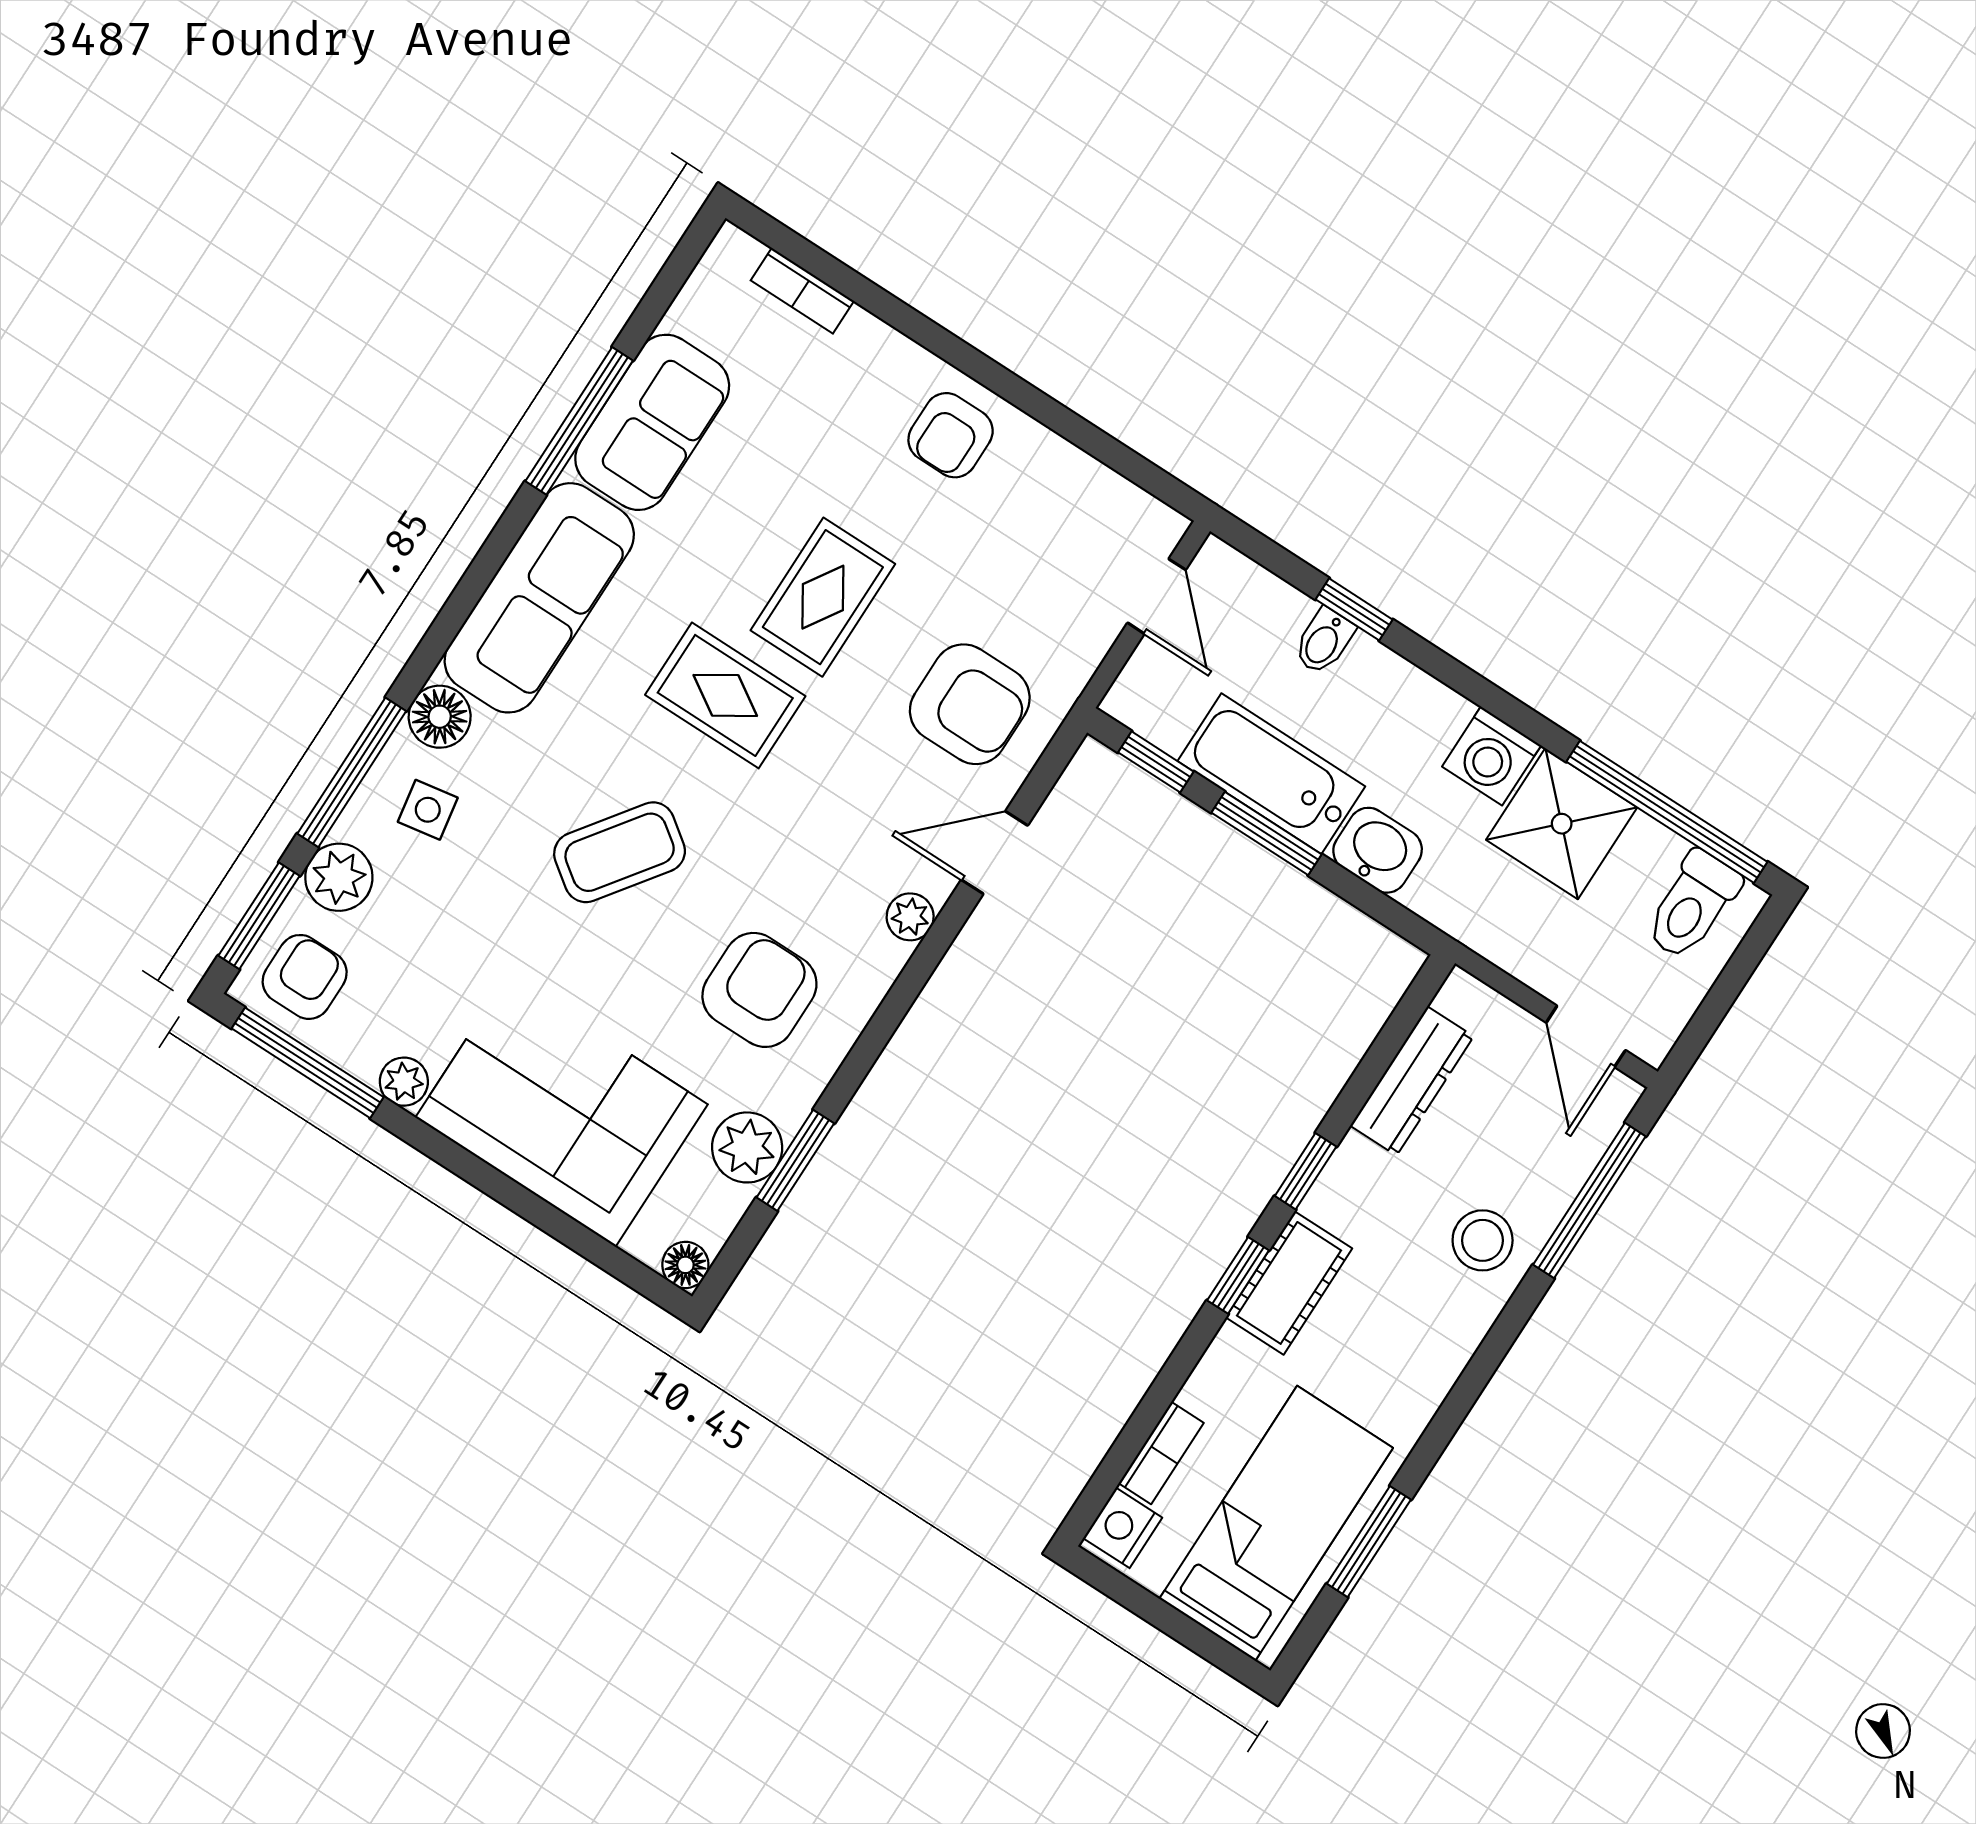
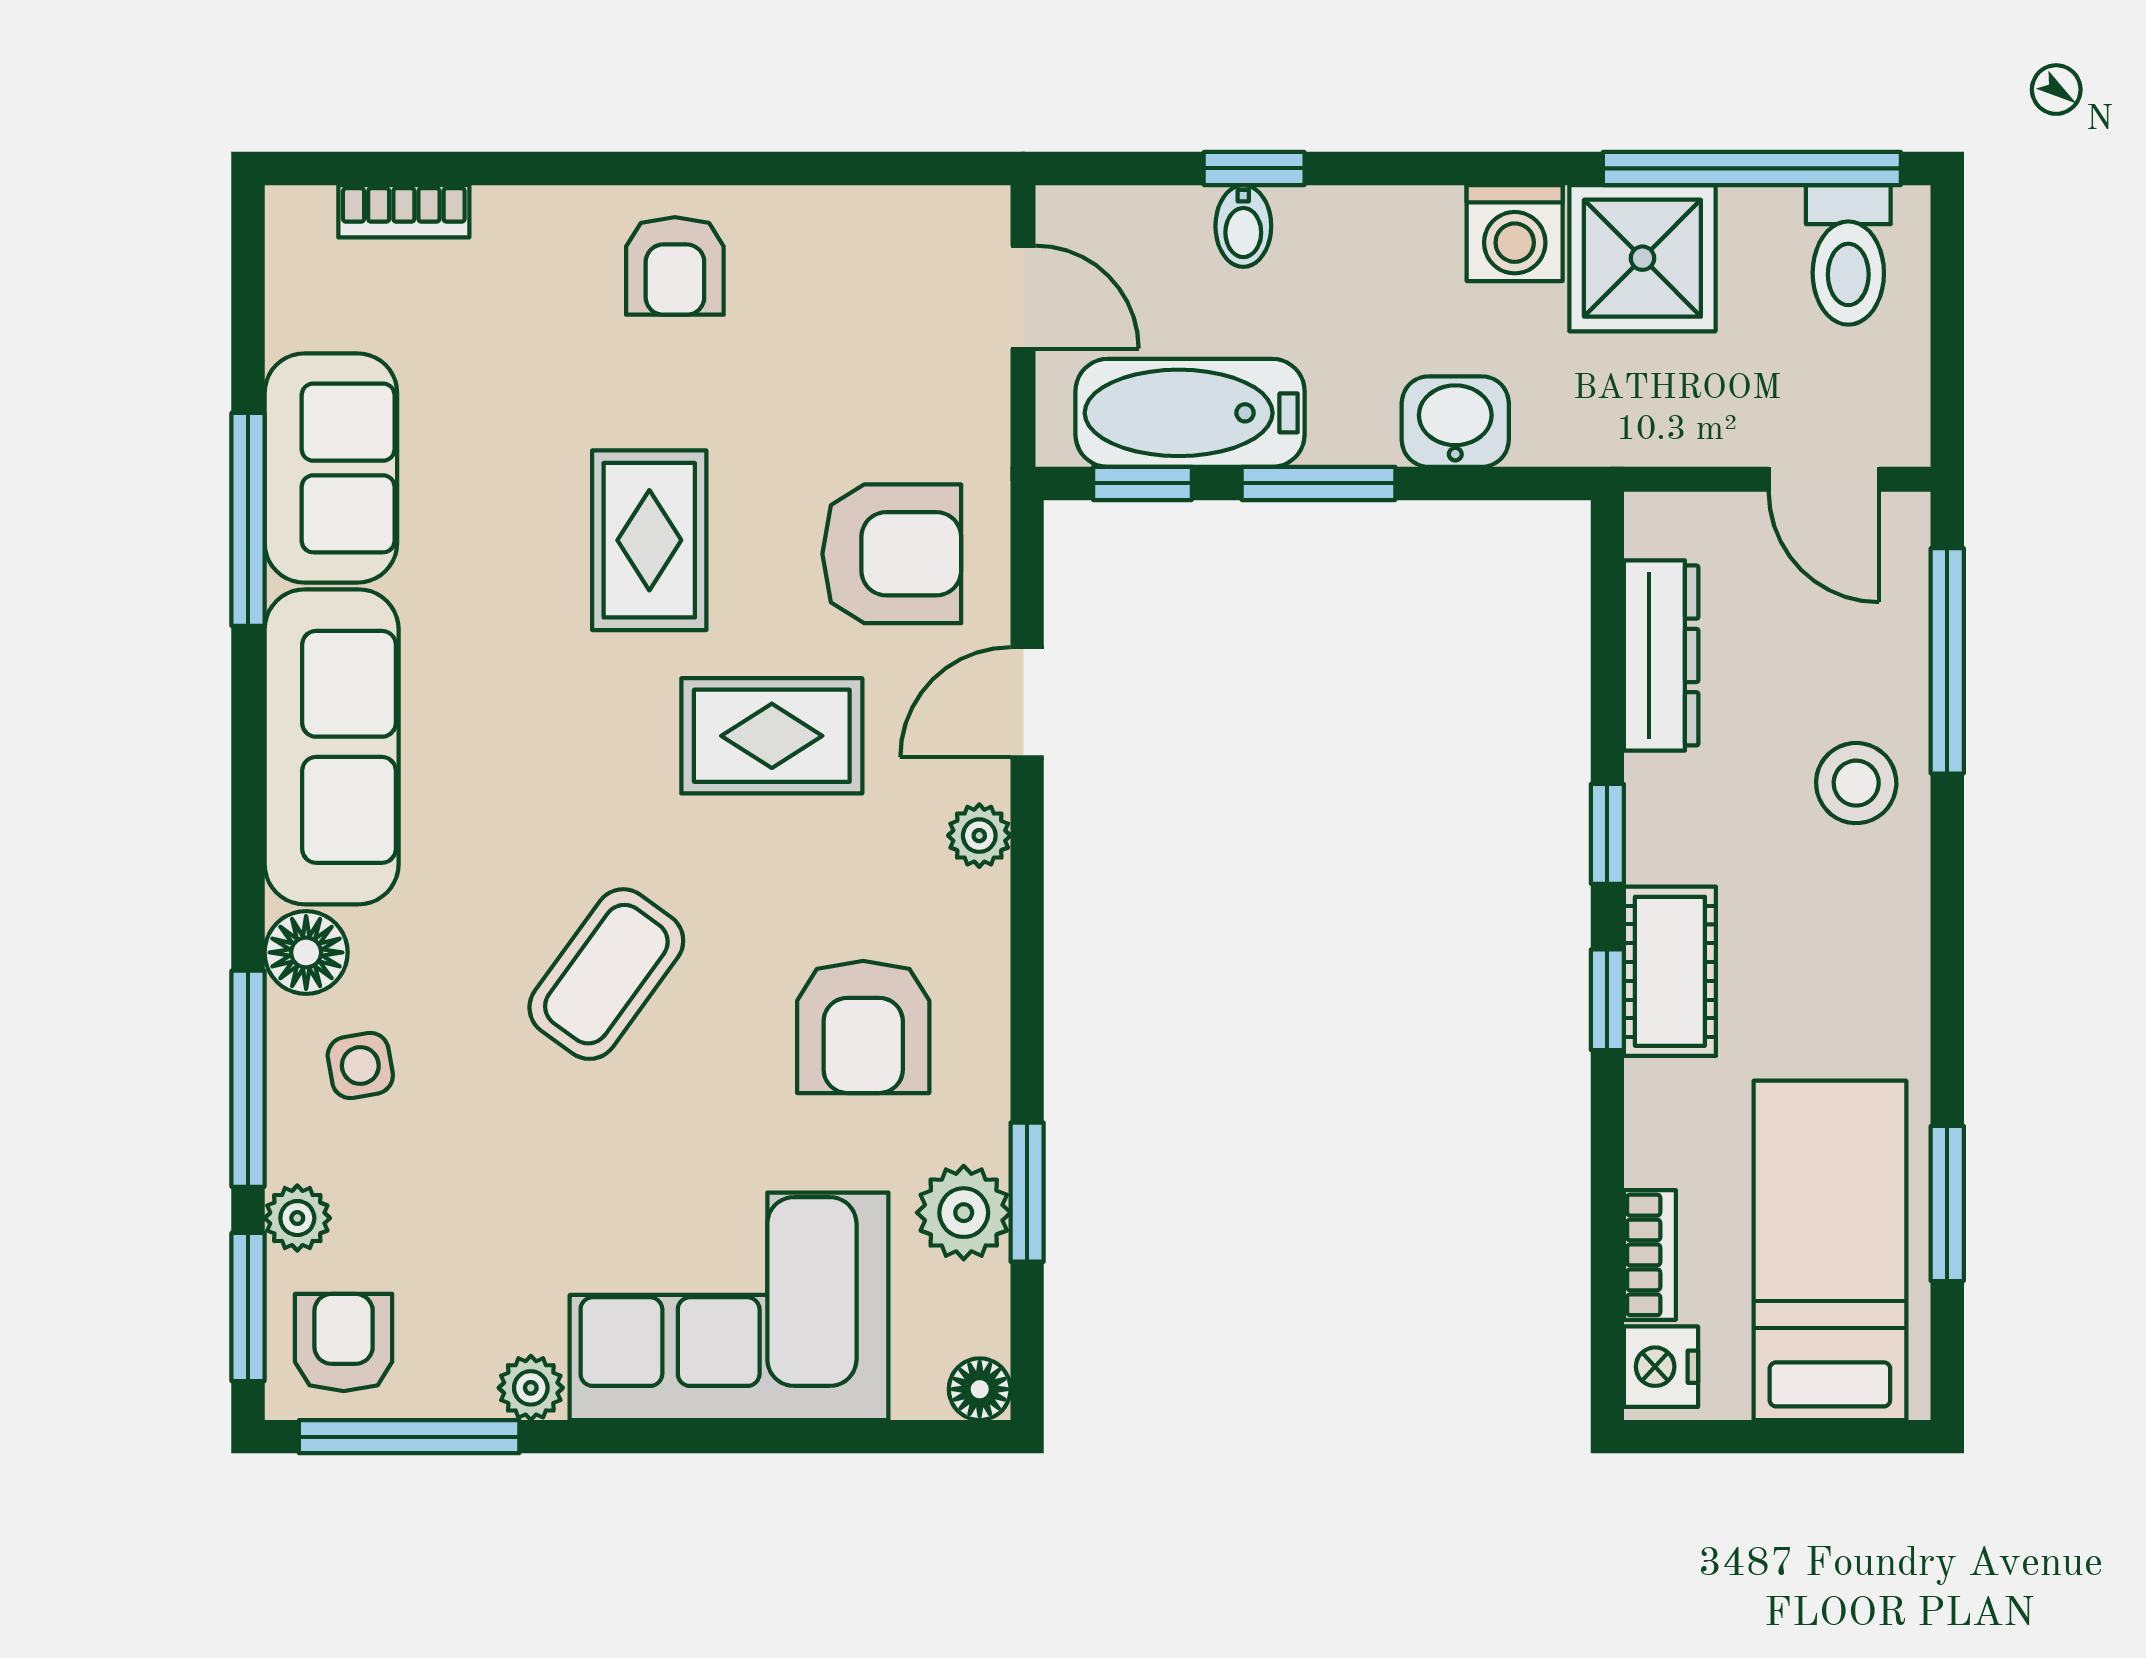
rug: (725, 695) -> (772, 736), moved
bathtub: (1271, 774) -> (1190, 413), moved
plant: (339, 877) -> (297, 1218), width x0.73, depth x0.73
armchair: (759, 990) -> (863, 1027), turned 180

